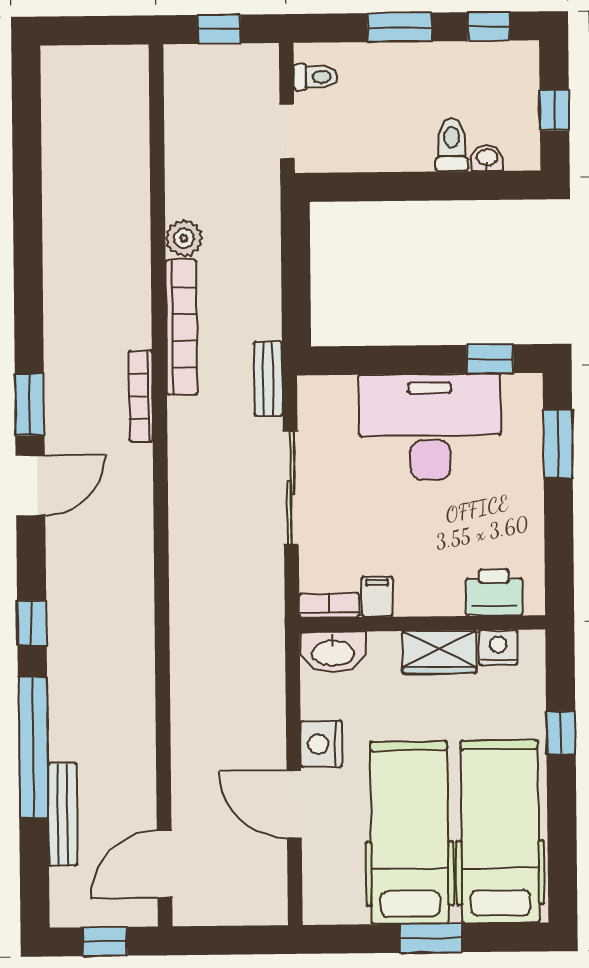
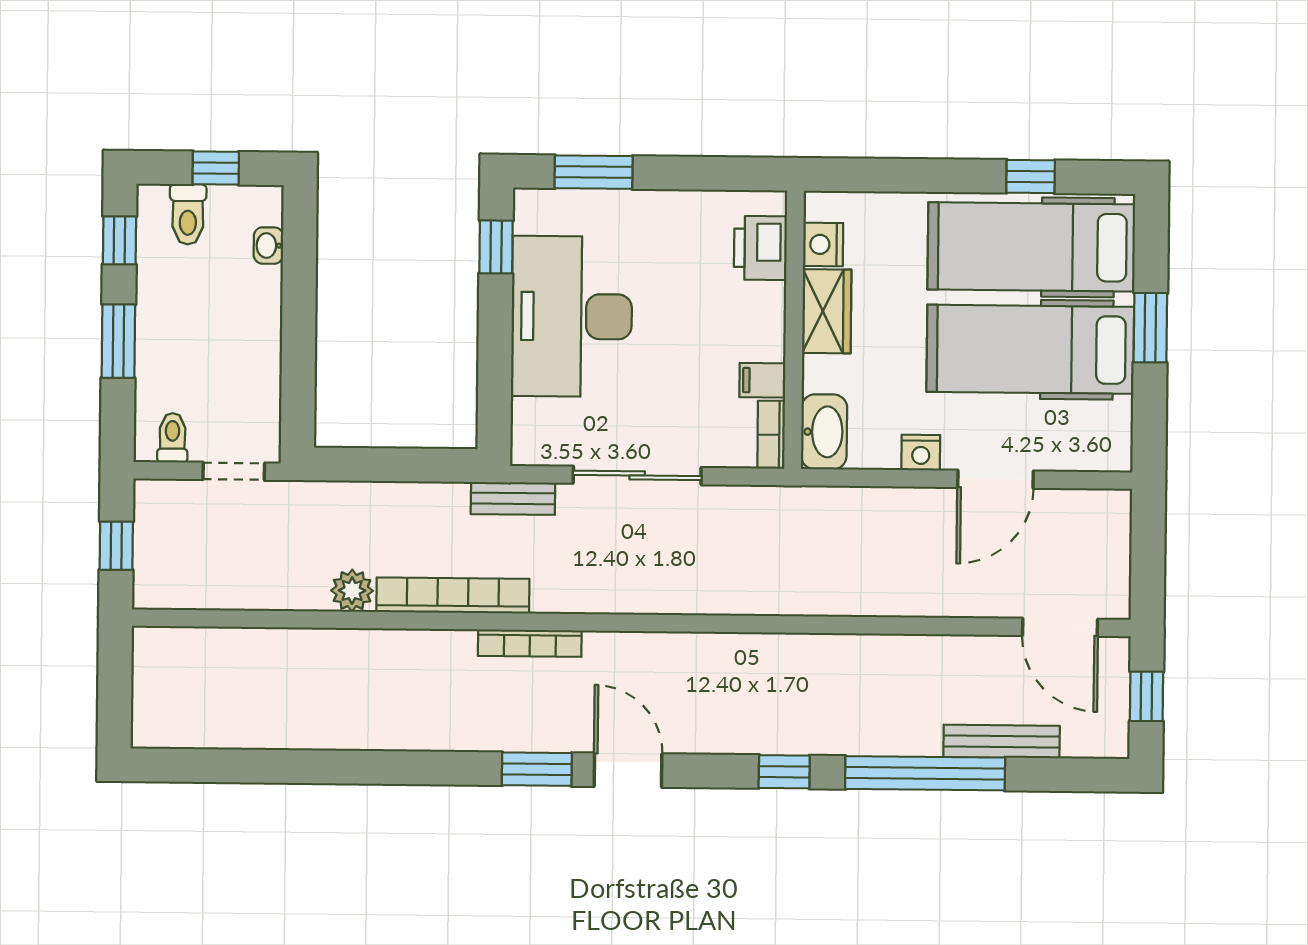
toilet: (452, 145) -> (188, 214), moved, turned -90
window: (561, 733) -> (1031, 177), moved
nightstand: (321, 744) -> (921, 453), width x0.74, depth x0.75

